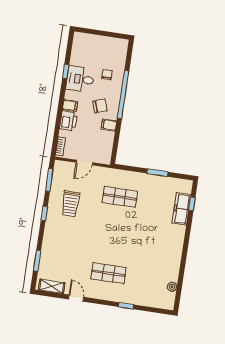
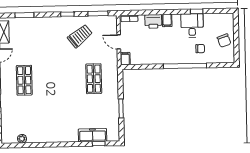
chair: (100, 106) -> (224, 41), moved
filing cabinet: (109, 125) -> (125, 59), moved
trolley: (71, 204) -> (80, 36), turned 142

